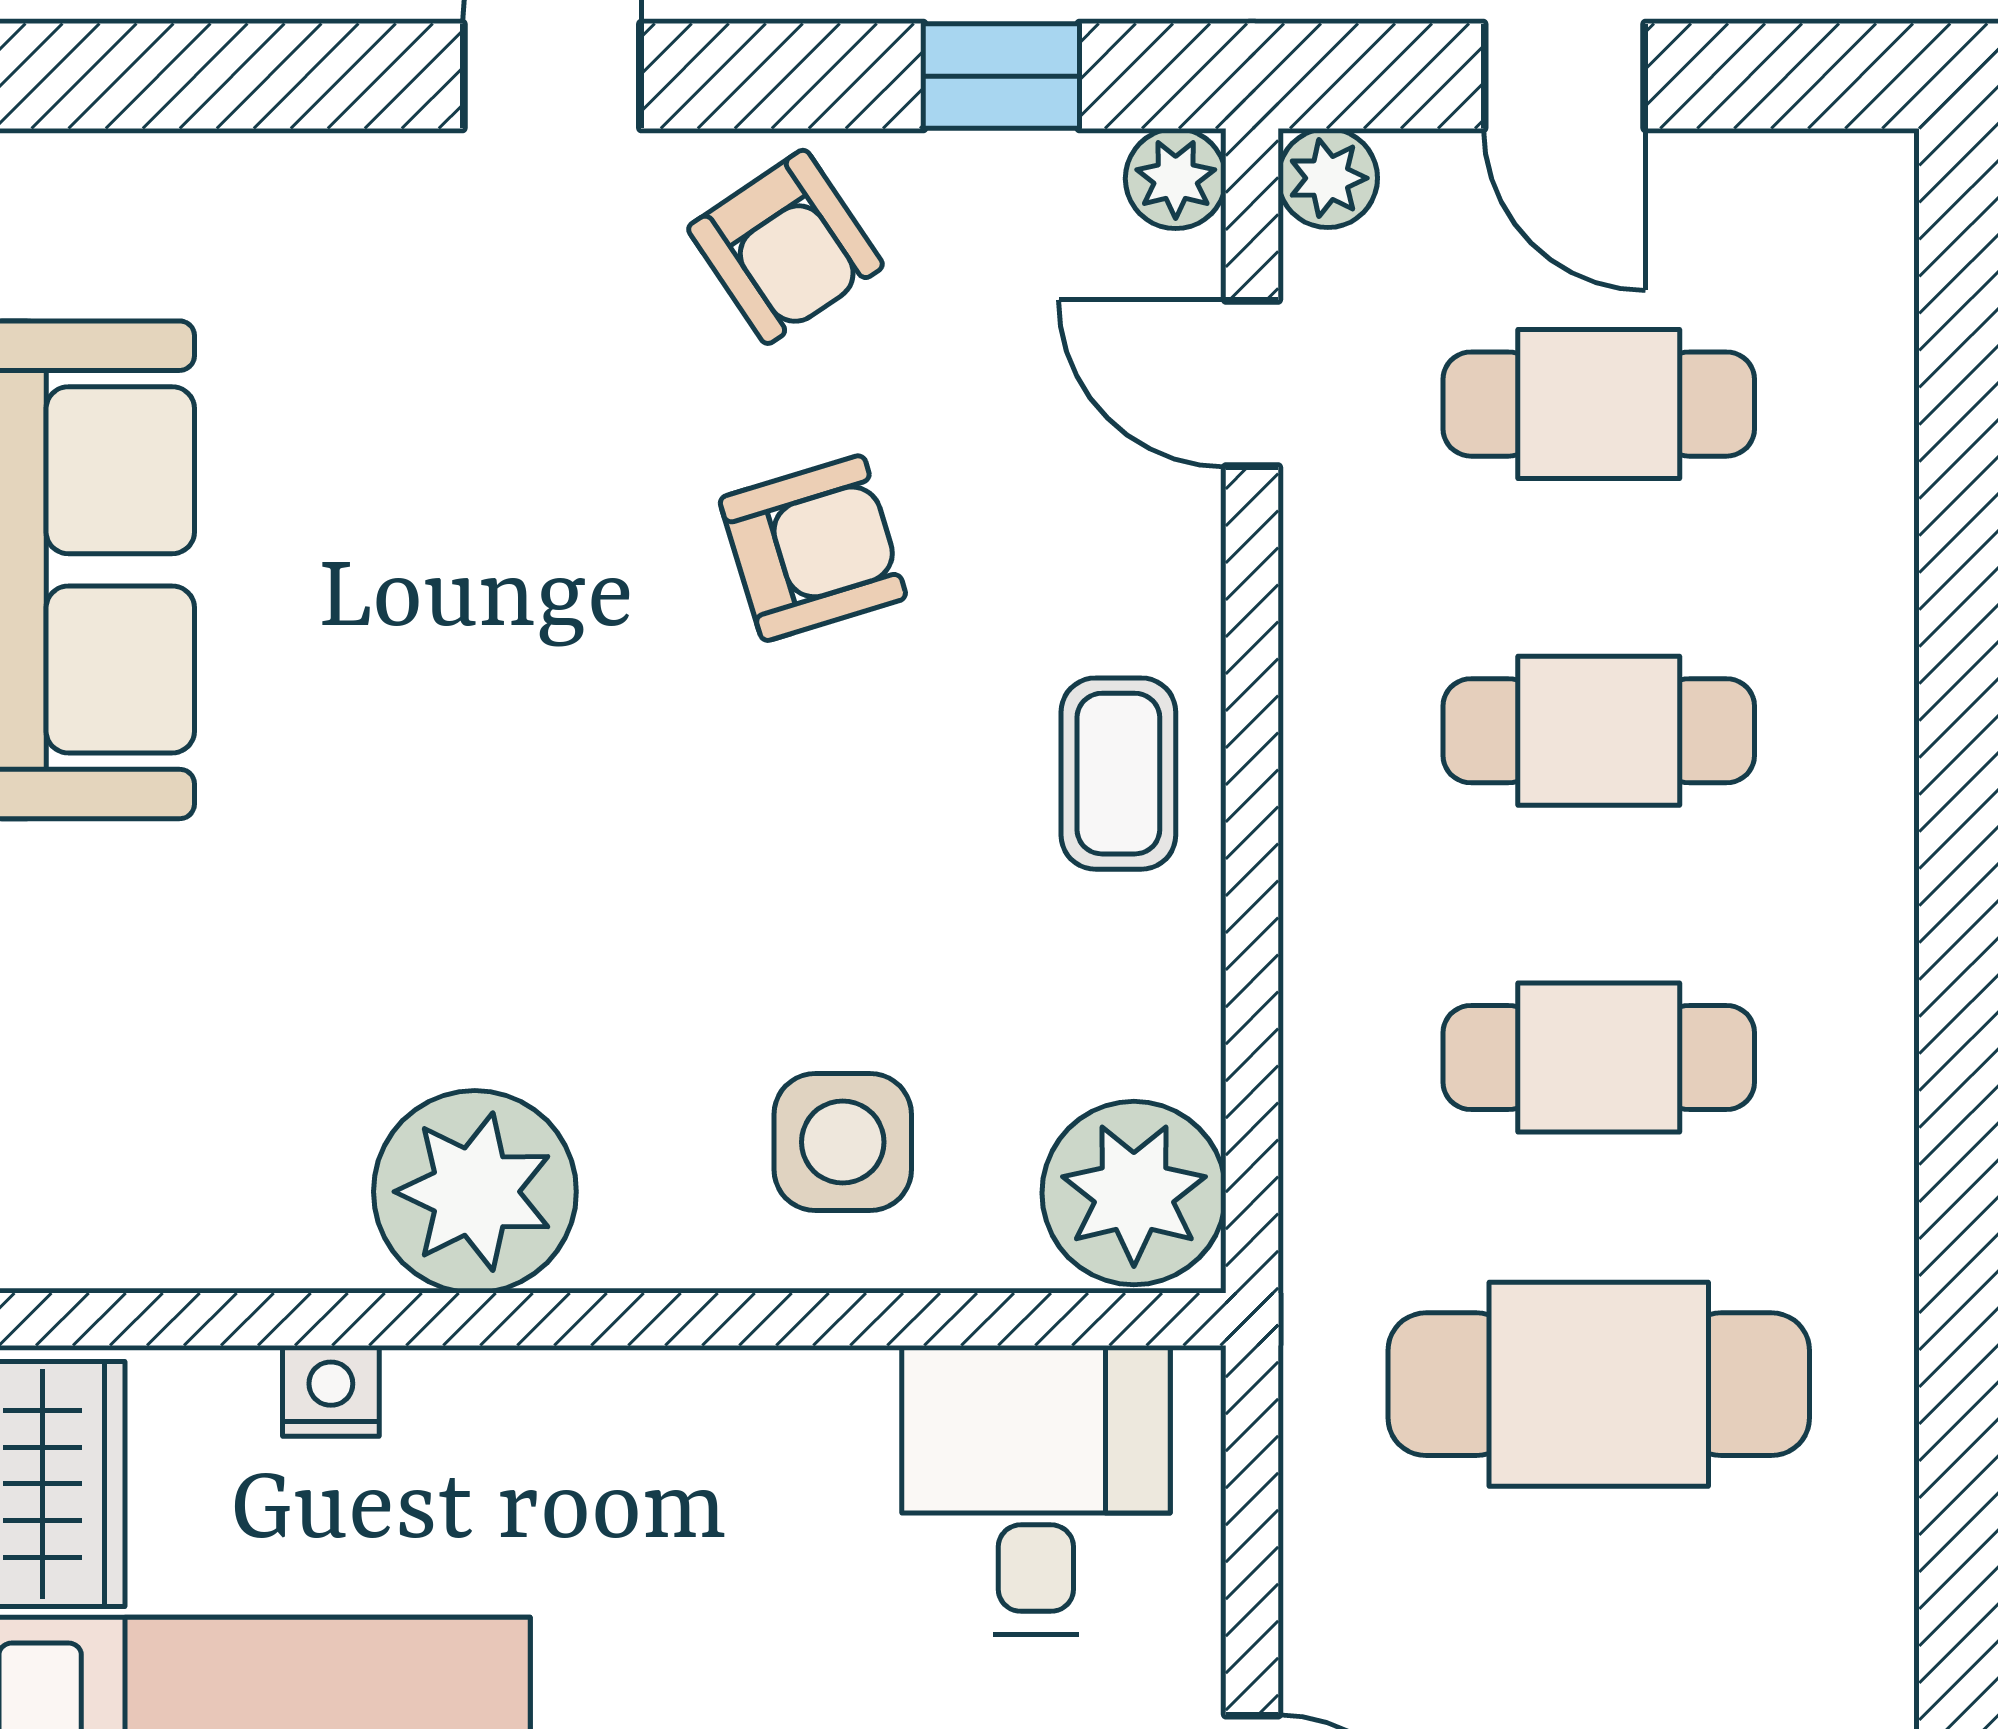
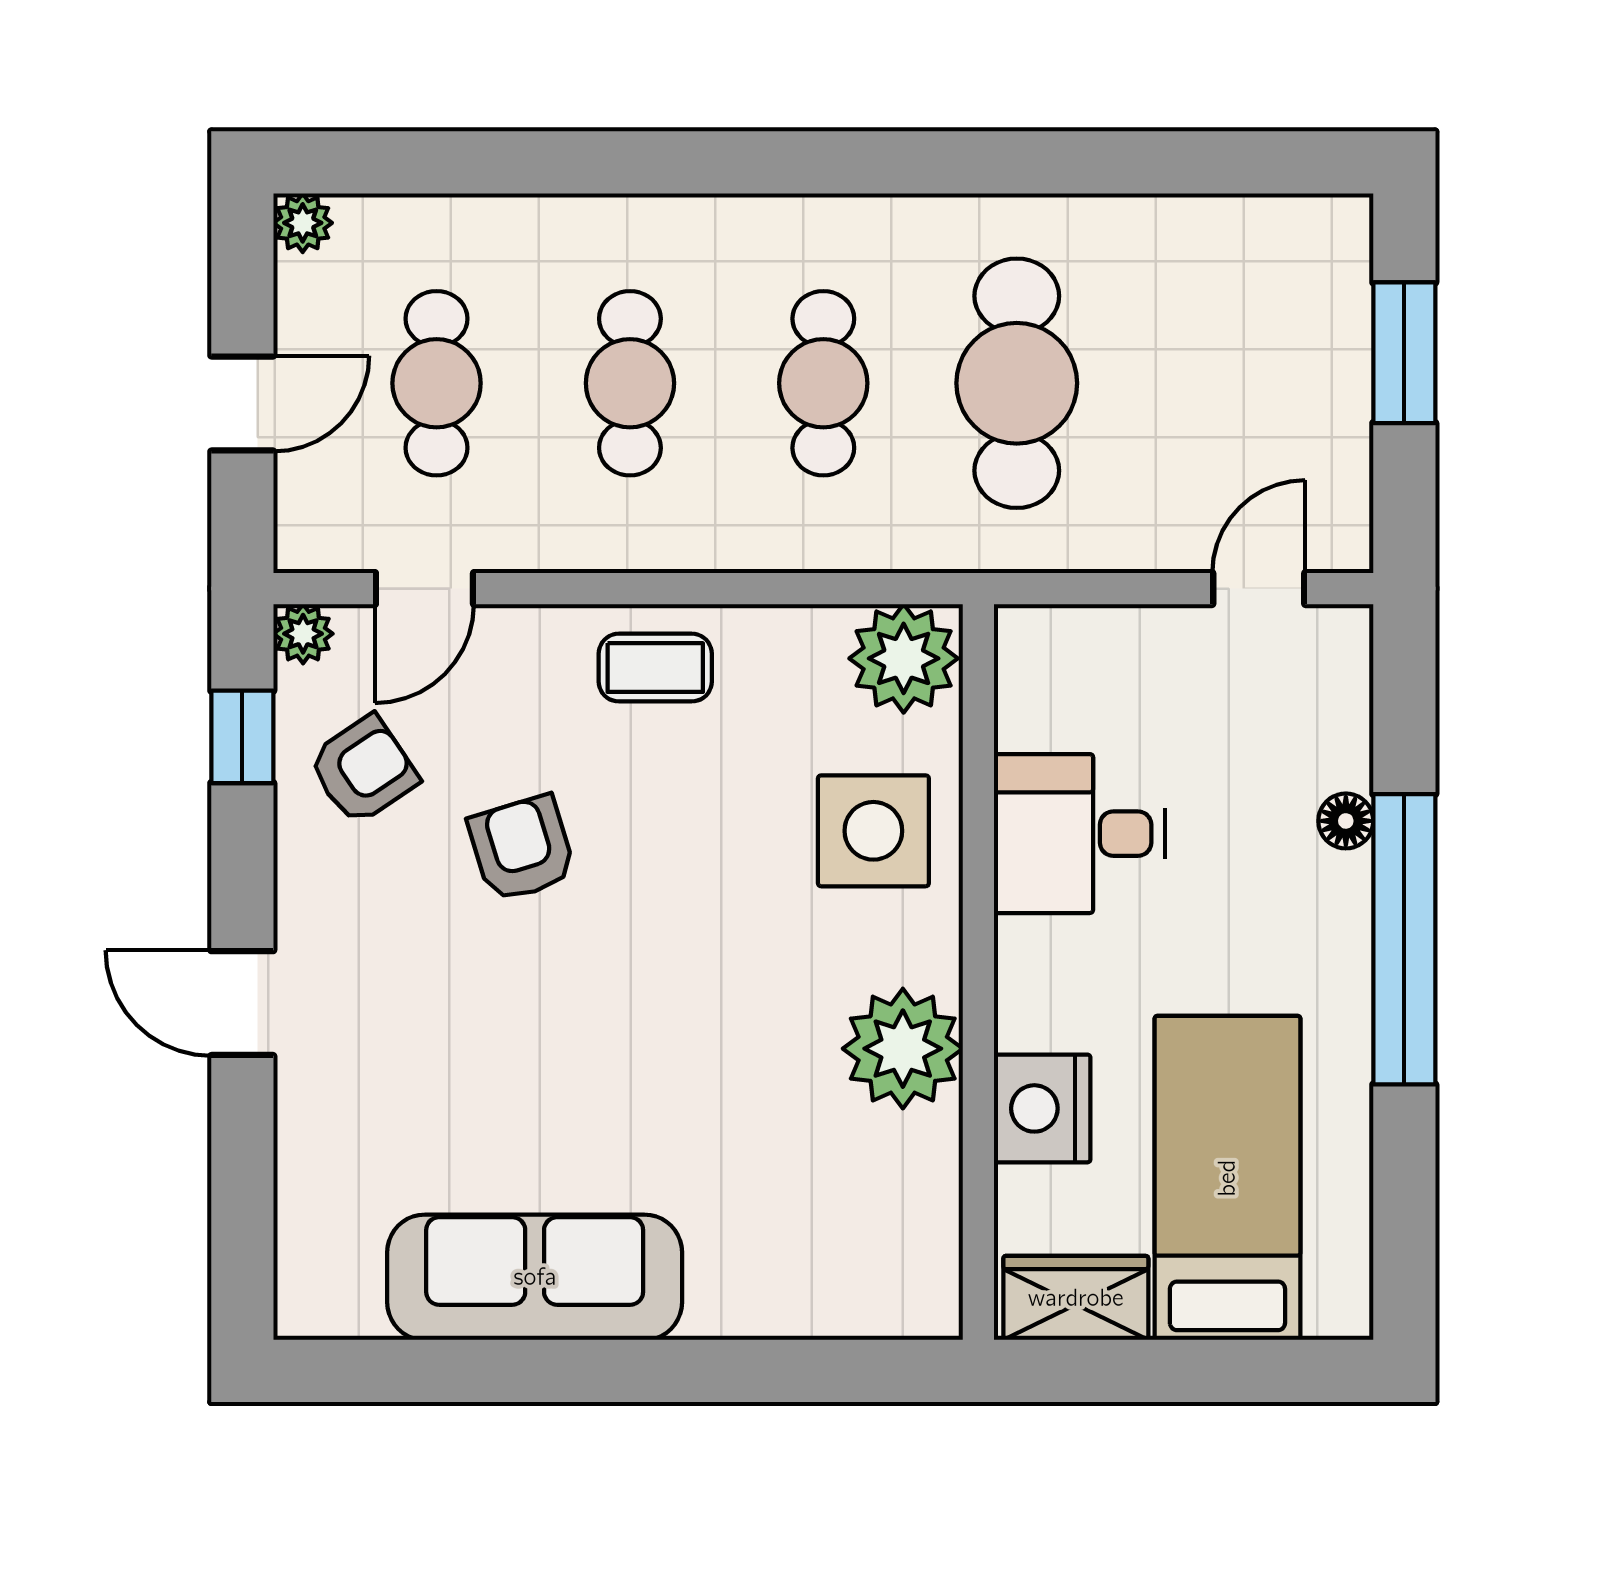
plant: (1328, 178) -> (303, 223), moved
armchair: (785, 247) -> (363, 770), moved
side table: (843, 1142) -> (873, 831), width x1.37, depth x1.37
nightstand: (331, 1391) -> (1042, 1108), width x1.89, depth x1.79
desk: (1036, 1490) -> (1079, 834), moved

